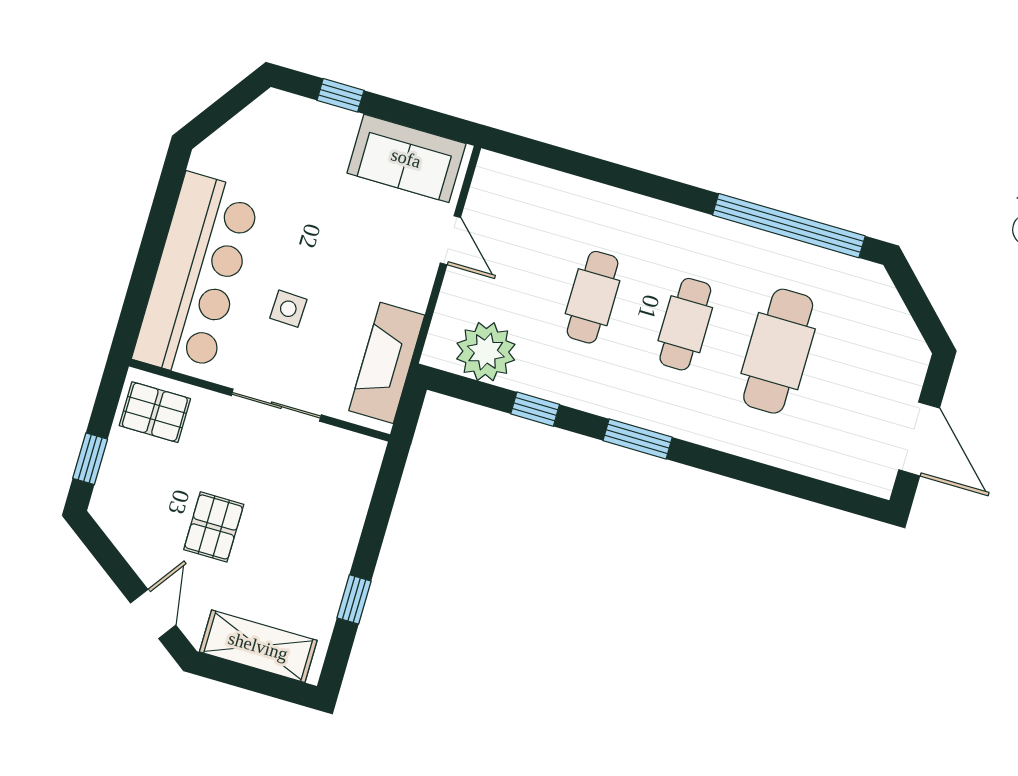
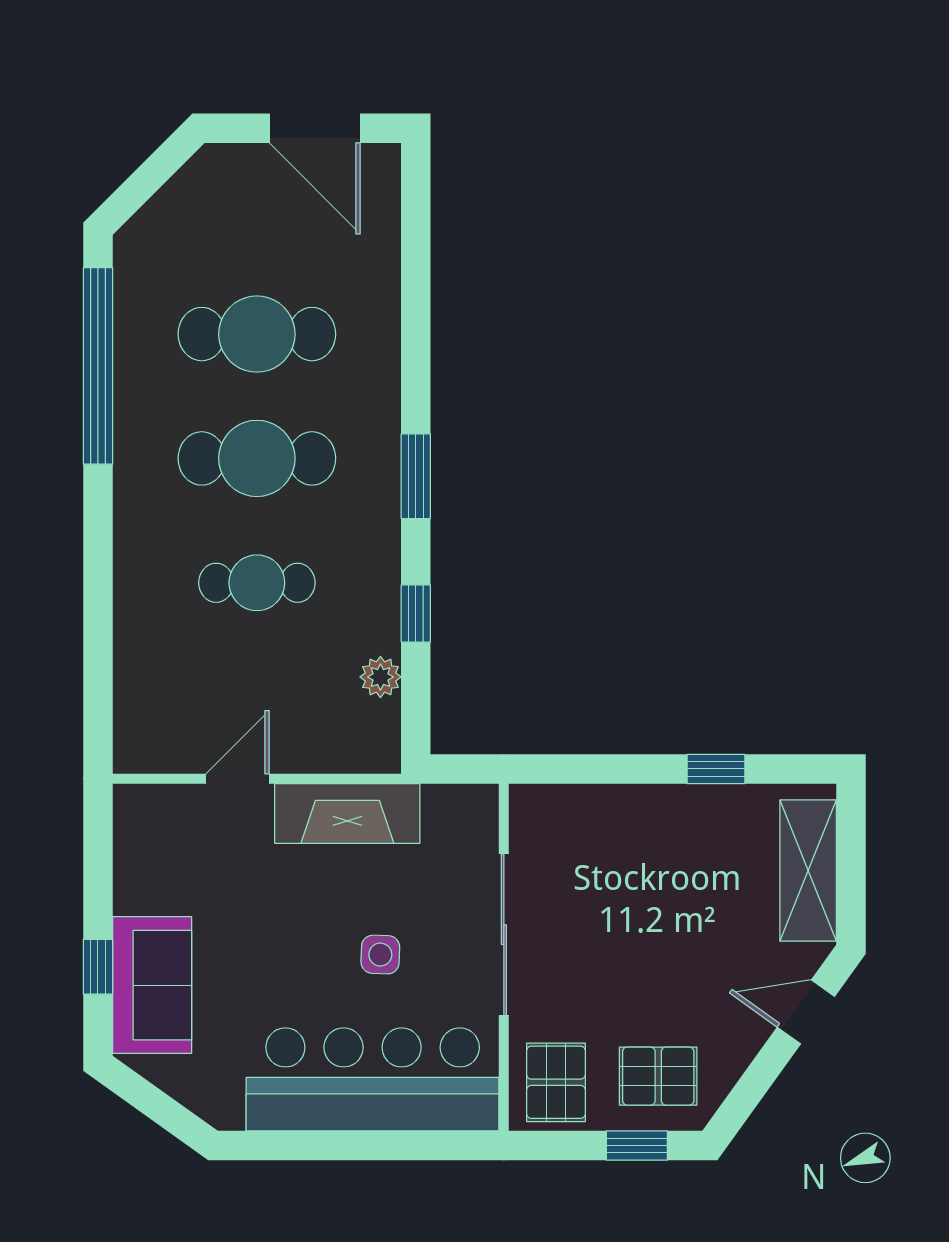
sofa: (406, 158) -> (152, 985), moved
cafe table: (685, 324) -> (257, 458), width x1.37, depth x1.35
plant: (486, 352) -> (380, 677), width x0.53, depth x0.53
fireplace: (387, 363) -> (347, 813), moved
sliding door: (276, 405) -> (504, 935), width x1.37
door: (919, 439) -> (315, 128), swing flipped
pallet: (214, 527) -> (658, 1076), moved

